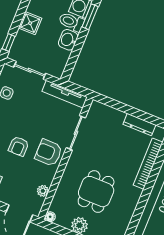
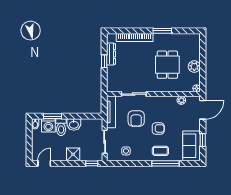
window: (134, 112) -> (104, 61), added
armchair: (49, 153) -> (136, 119), moved
dining table: (96, 192) -> (167, 65), turned 90
window: (142, 203) -> (162, 31), added

